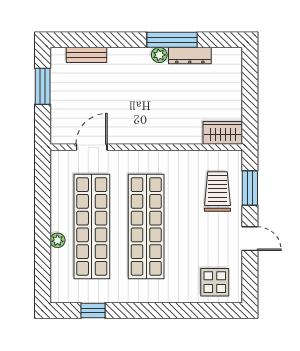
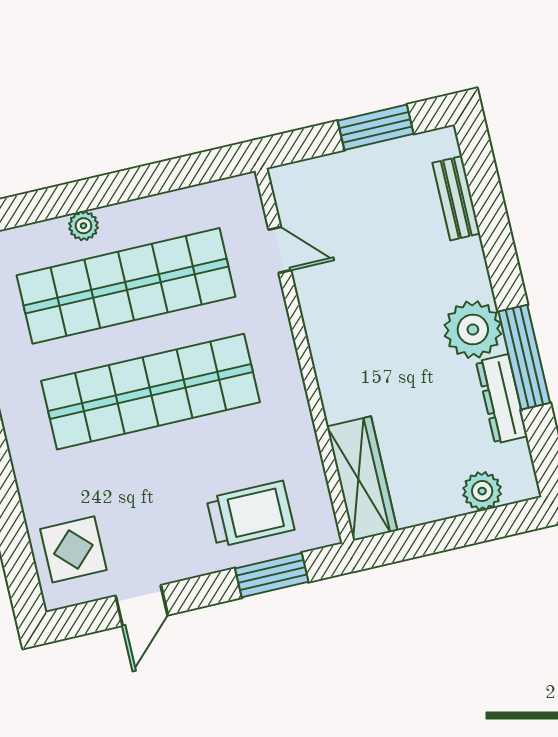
plant: (159, 55) -> (473, 330), width x1.87, depth x1.87
plant: (233, 76) -> (482, 491), added
wardrobe: (223, 133) -> (362, 479), width x1.50
door: (92, 147) -> (280, 250), width x0.73
door: (250, 239) -> (142, 605), moved

